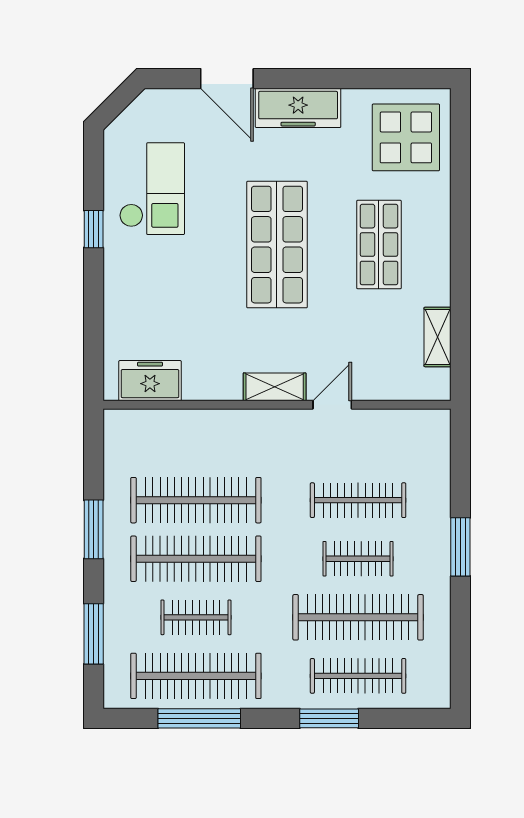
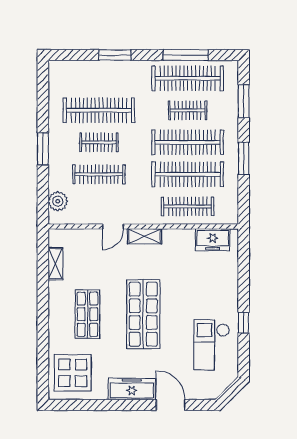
plant: (433, 451) -> (58, 201), added
clothes rail: (358, 676) -> (188, 206), moved

